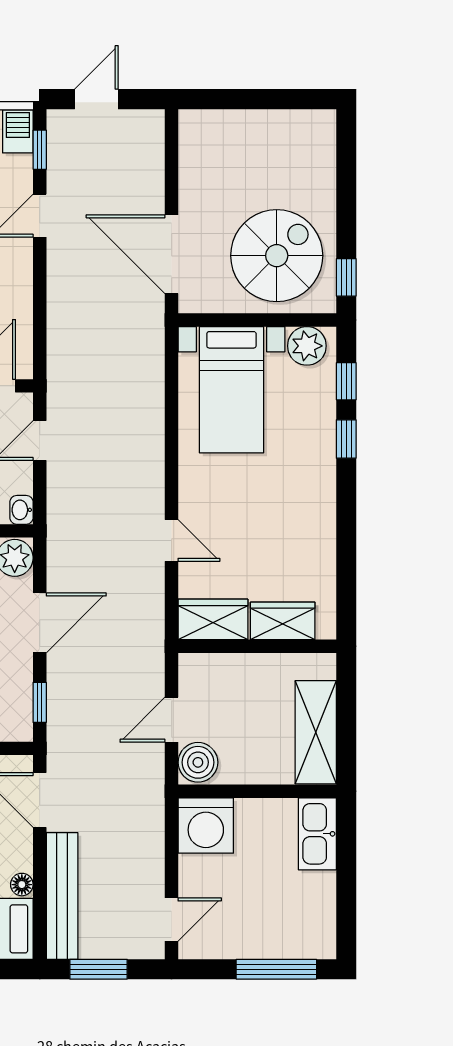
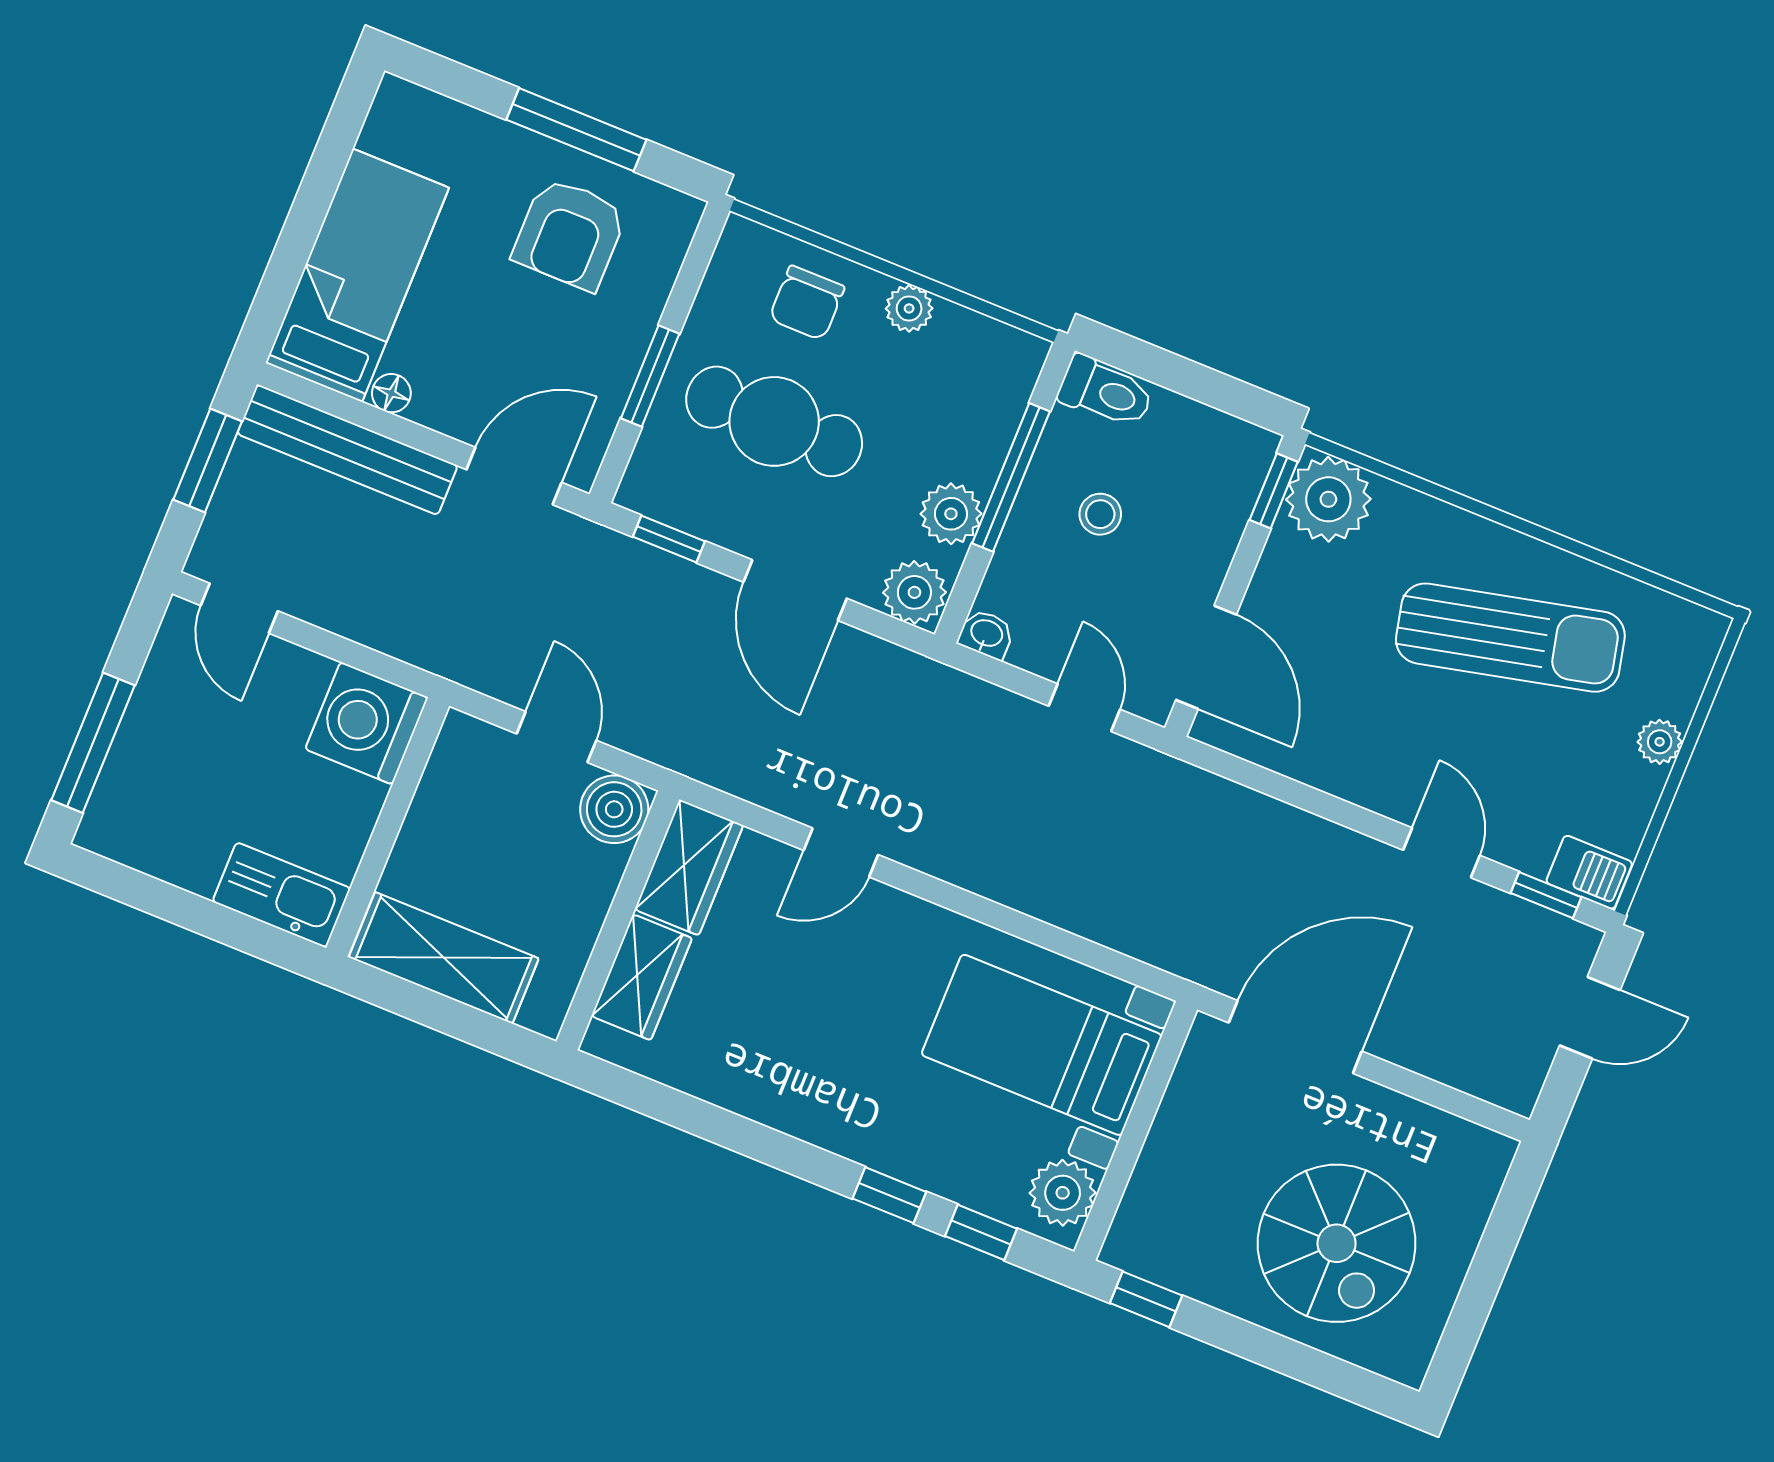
door: (96, 99) -> (1590, 1018), hinge flipped
spiral stairs: (277, 256) -> (1337, 1243), moved
boiler: (198, 762) -> (614, 809), moved

